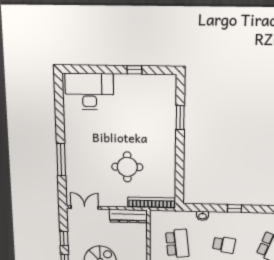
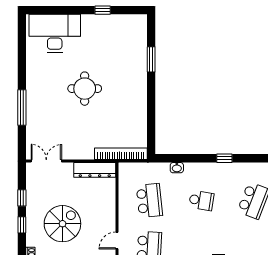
round table: (127, 167) -> (85, 89), moved
window: (235, 208) -> (224, 158), moved

